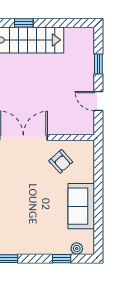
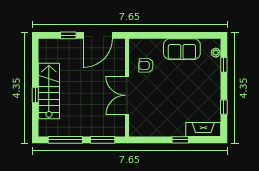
door: (98, 101) -> (98, 35), width x1.88
armchair: (61, 161) -> (146, 65), turned -136

